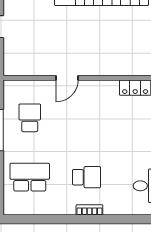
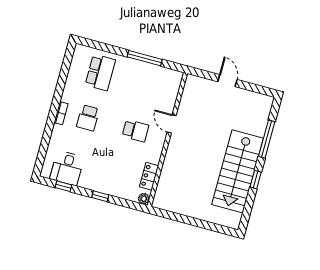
school desk: (30, 118) -> (135, 131), moved

